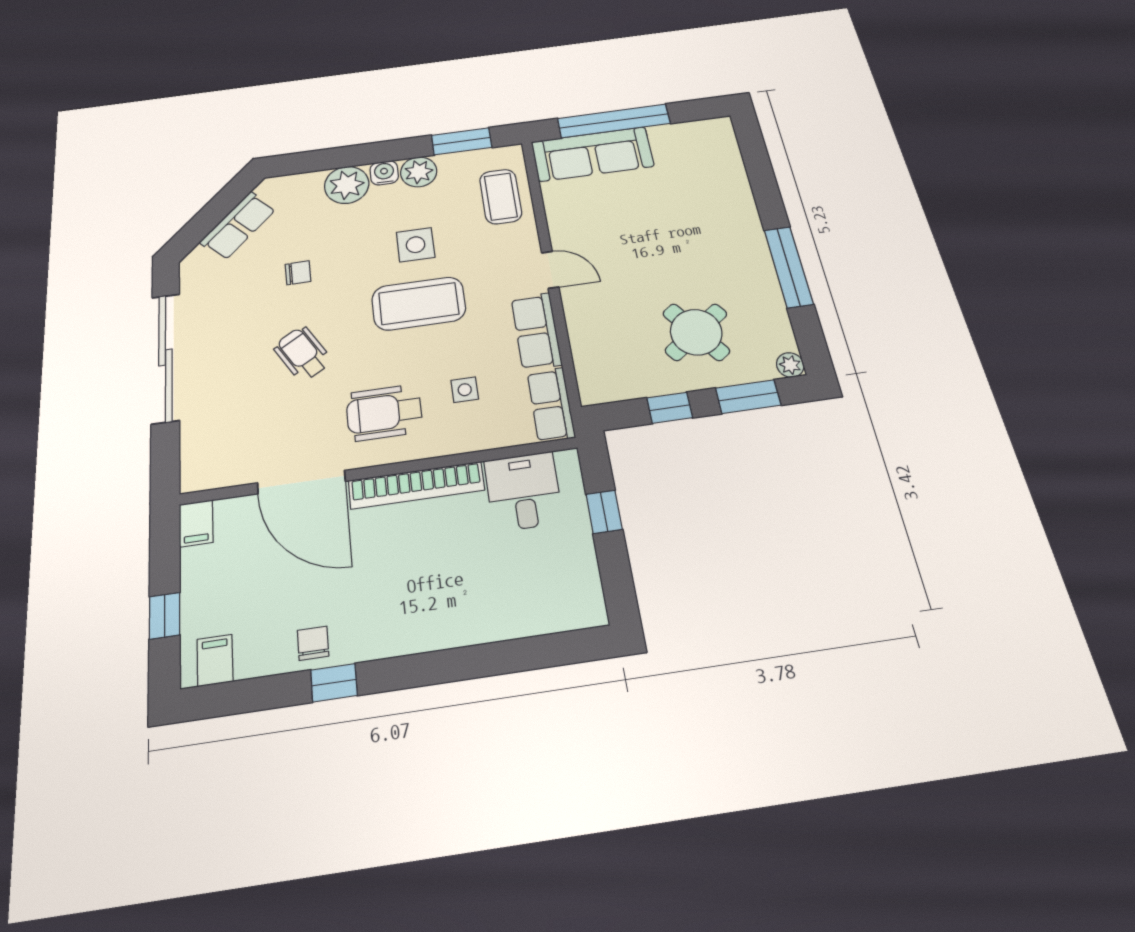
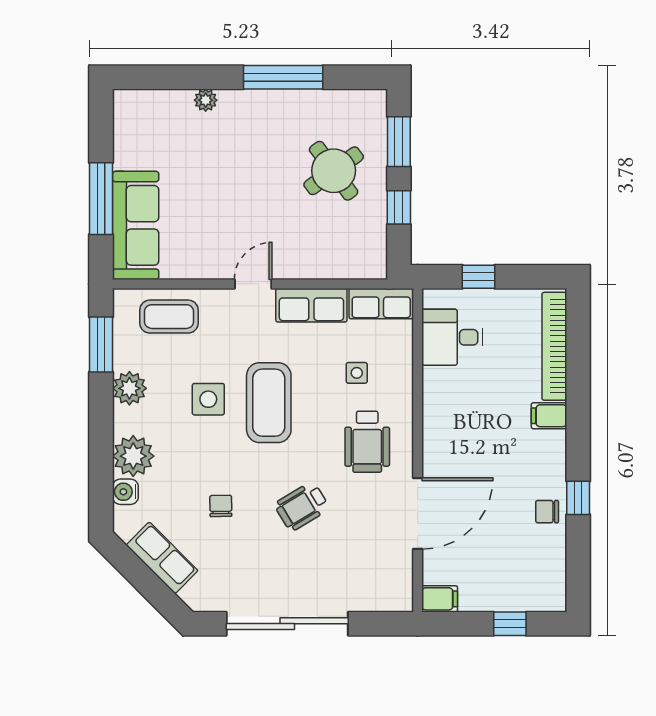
window: (614, 121) -> (101, 199), width x0.68
water cooler: (384, 173) -> (125, 492), moved
plant: (790, 365) -> (206, 100), moved
bookcase: (416, 485) -> (554, 346), moved, turned 180
filing cabinet: (215, 660) -> (549, 416), moved

